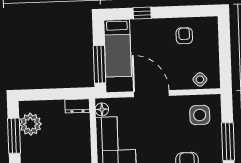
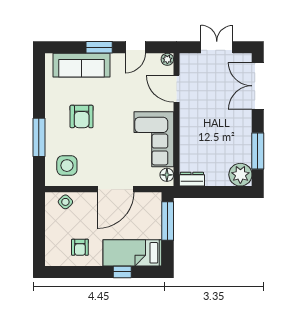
bed: (118, 48) -> (132, 253), moved, turned -90
door: (151, 94) -> (116, 189), hinge flipped
plant: (30, 124) -> (240, 175), moved

